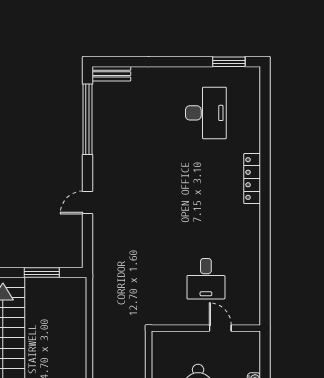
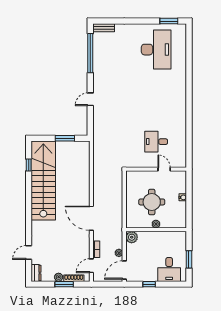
desk: (206, 113) -> (156, 50), width x1.36, depth x1.30
locker: (252, 179) -> (182, 86), removed
desk: (206, 279) -> (156, 142), turned 90

